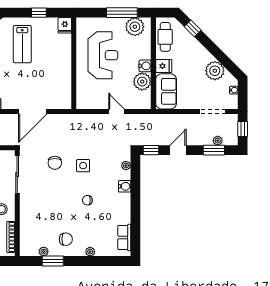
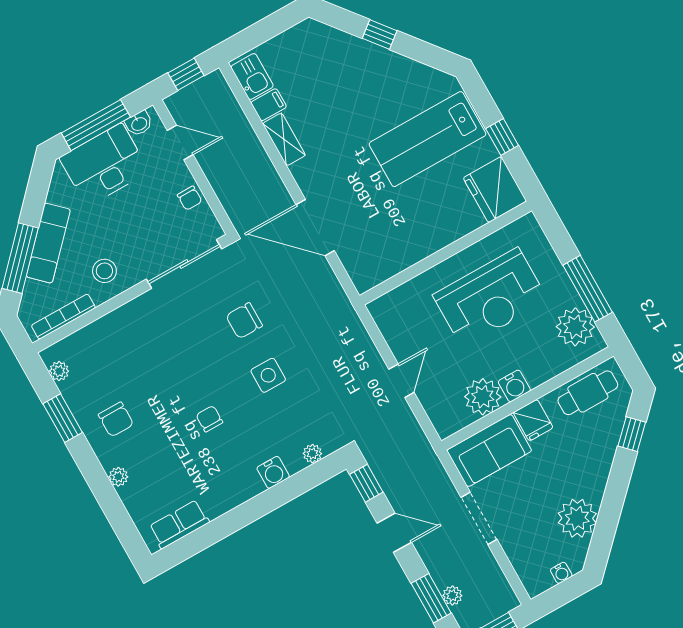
fridge: (65, 25) -> (495, 190), width x1.88, depth x1.34
lab bench: (22, 44) -> (428, 139), width x1.36, depth x1.39
doorway: (213, 112) -> (479, 518), moved
plant: (44, 251) -> (59, 371), moved

